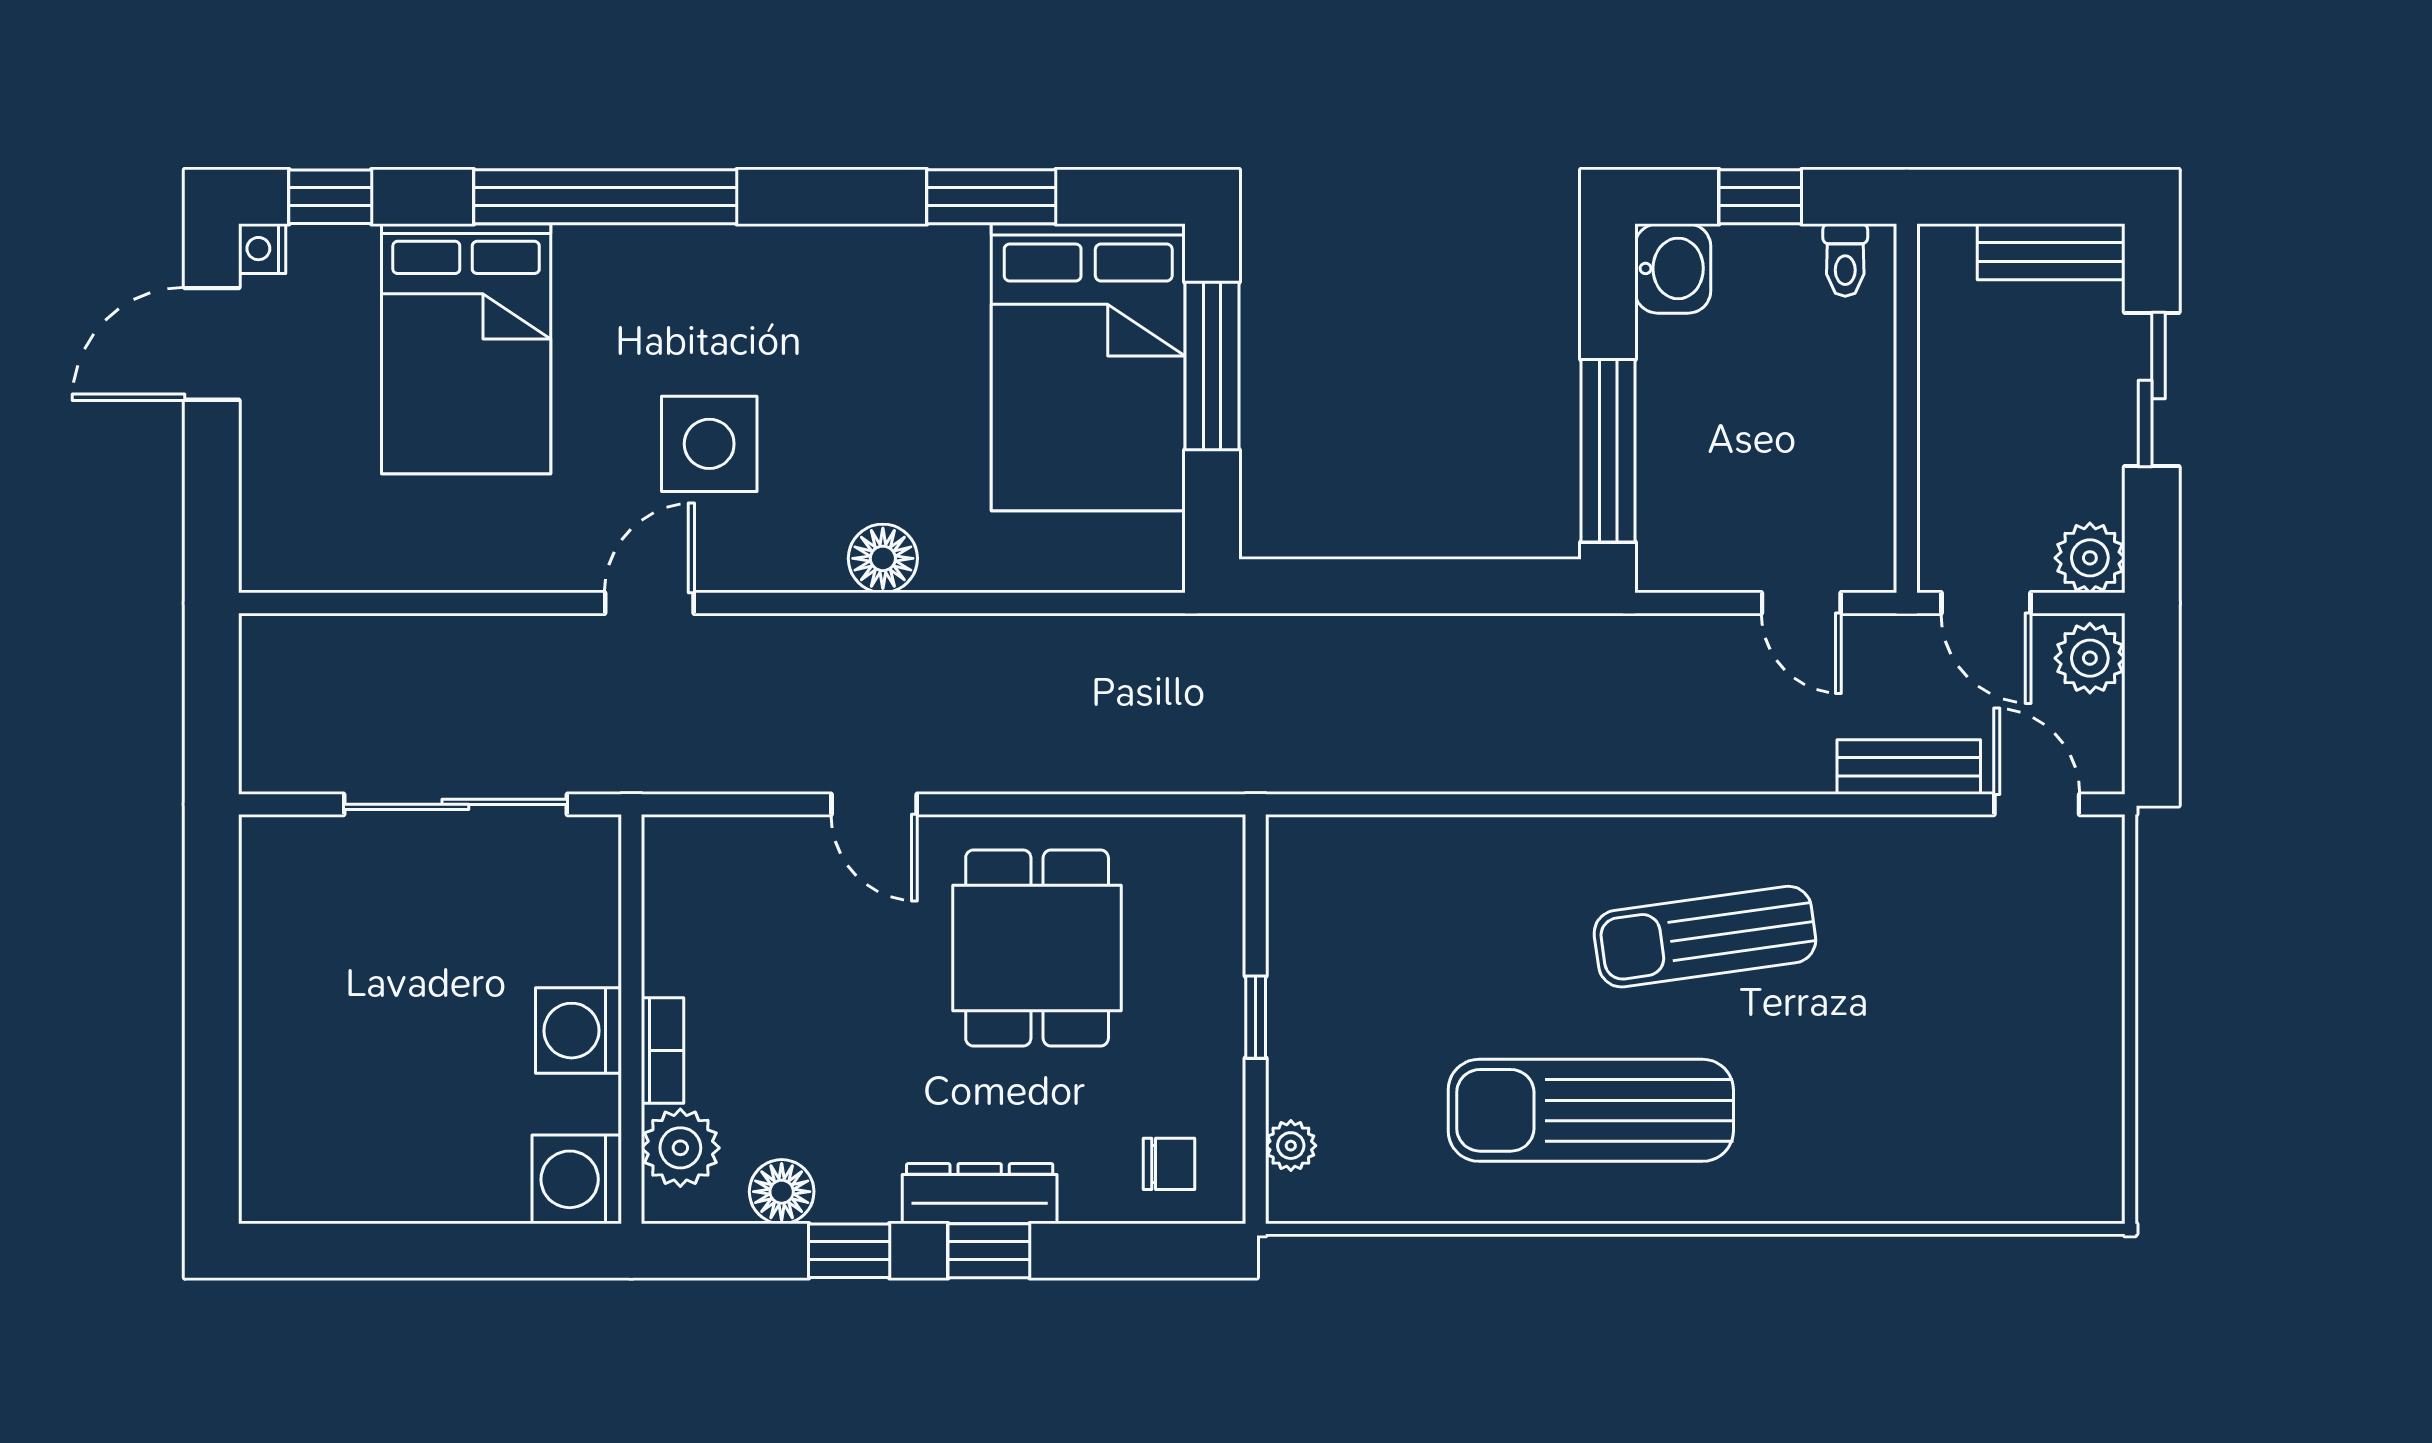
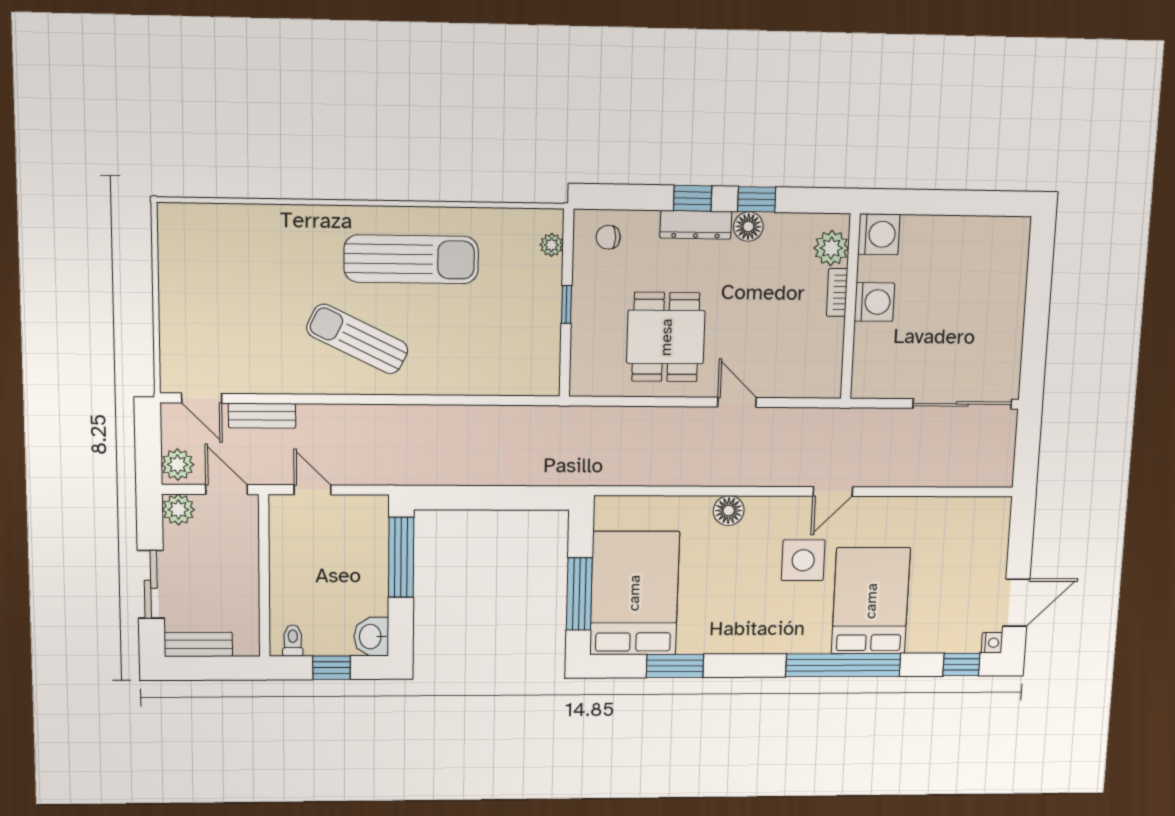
bed: (466, 349) -> (871, 601), moved
sliding door: (455, 804) -> (962, 404), moved
sun lounger: (1705, 937) -> (357, 339), turned -146
floor lamp: (782, 1192) -> (748, 227), moved

